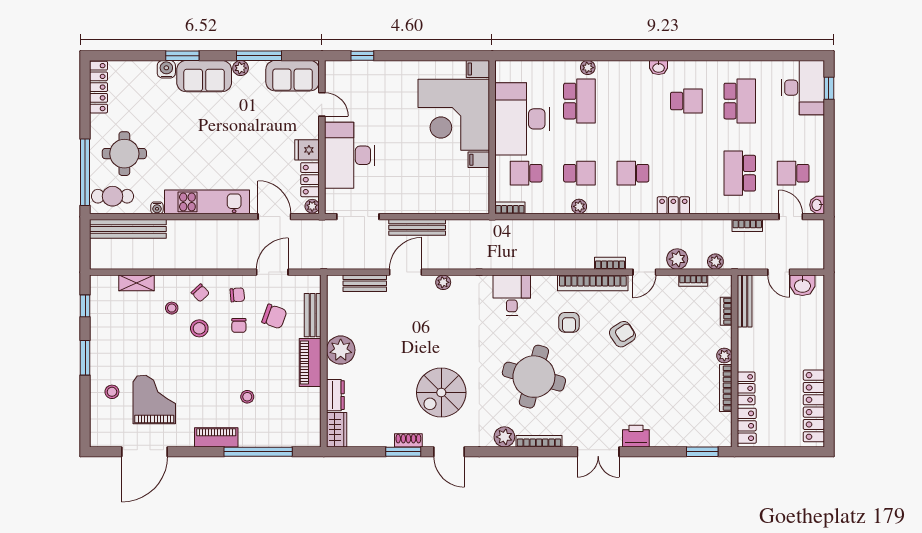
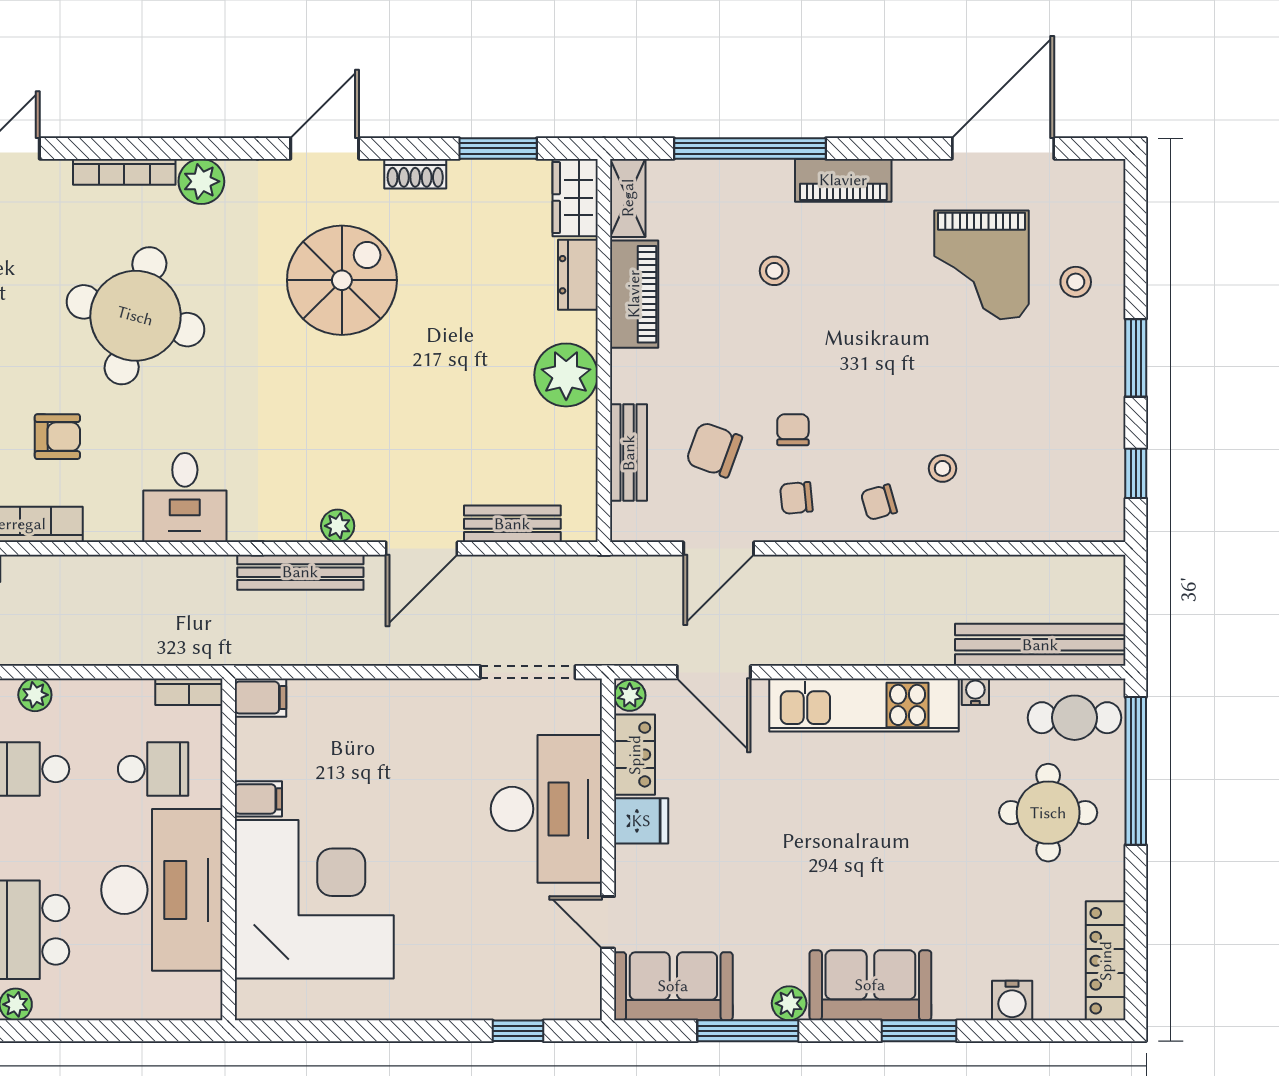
water cooler: (166, 69) -> (1012, 1001), moved
filing cabinet: (478, 69) -> (260, 698), moved
bench: (417, 227) -> (300, 572), moved
shelving: (137, 283) -> (628, 198), moved, turned 90
chair: (200, 293) -> (879, 502), turned -63
armchair: (569, 322) -> (57, 437), turned 90
stool: (199, 328) -> (881, 423), removed
piano: (310, 362) -> (634, 294), moved
window: (403, 452) -> (498, 148), moved
door: (449, 452) -> (325, 148), hinge flipped

